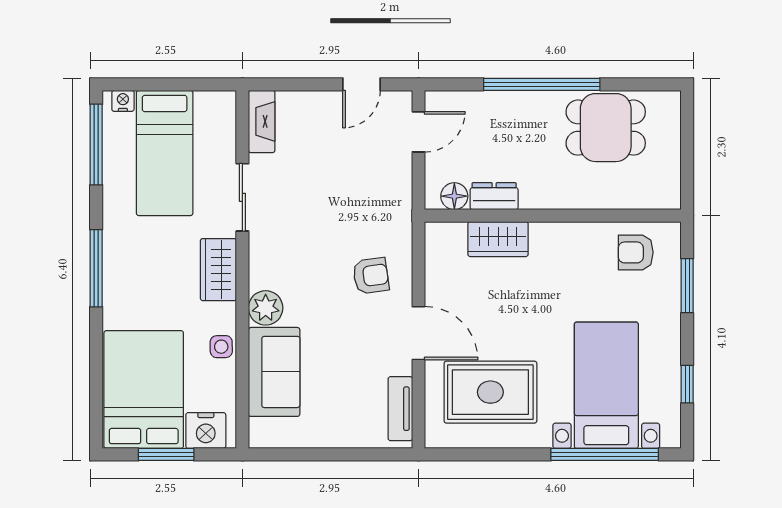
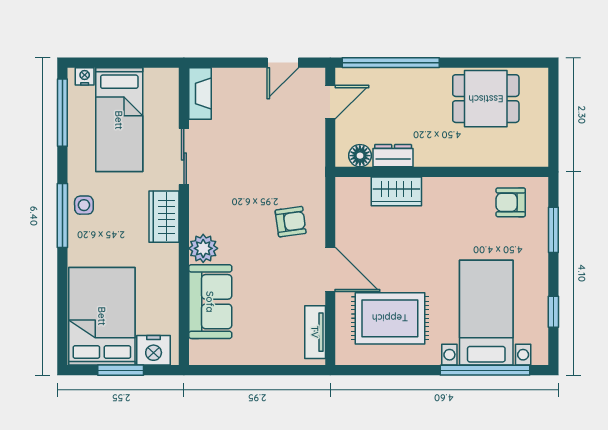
window: (542, 84) -> (391, 63), moved
side table: (221, 347) -> (84, 205), moved

